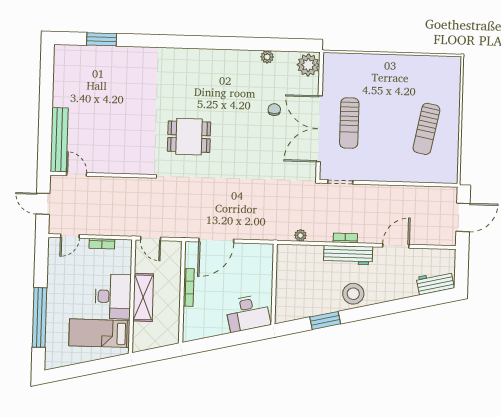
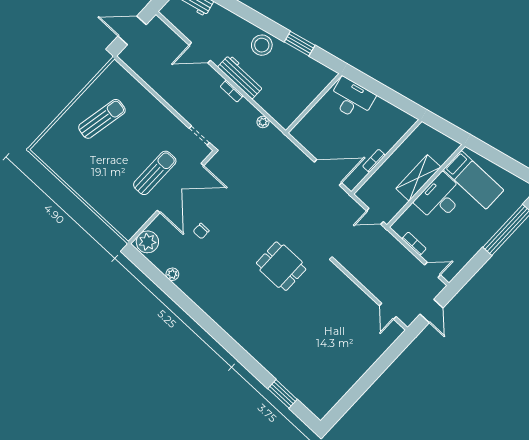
bench: (59, 140) -> (378, 348), removed
door: (151, 239) -> (375, 216), swing flipped
bookcase: (189, 287) -> (374, 161), width x0.64

